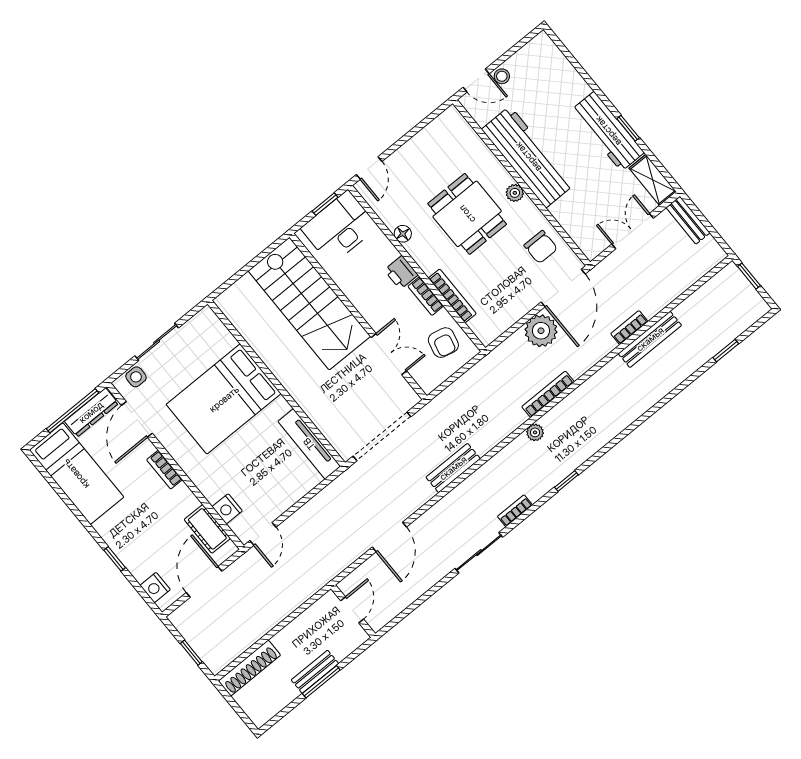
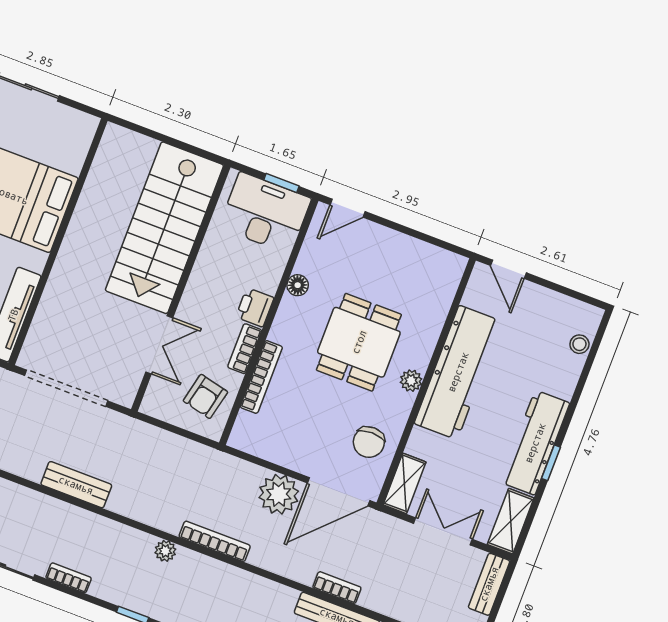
stool: (502, 76) -> (579, 344), moved
shelving: (584, 239) -> (405, 483), added

